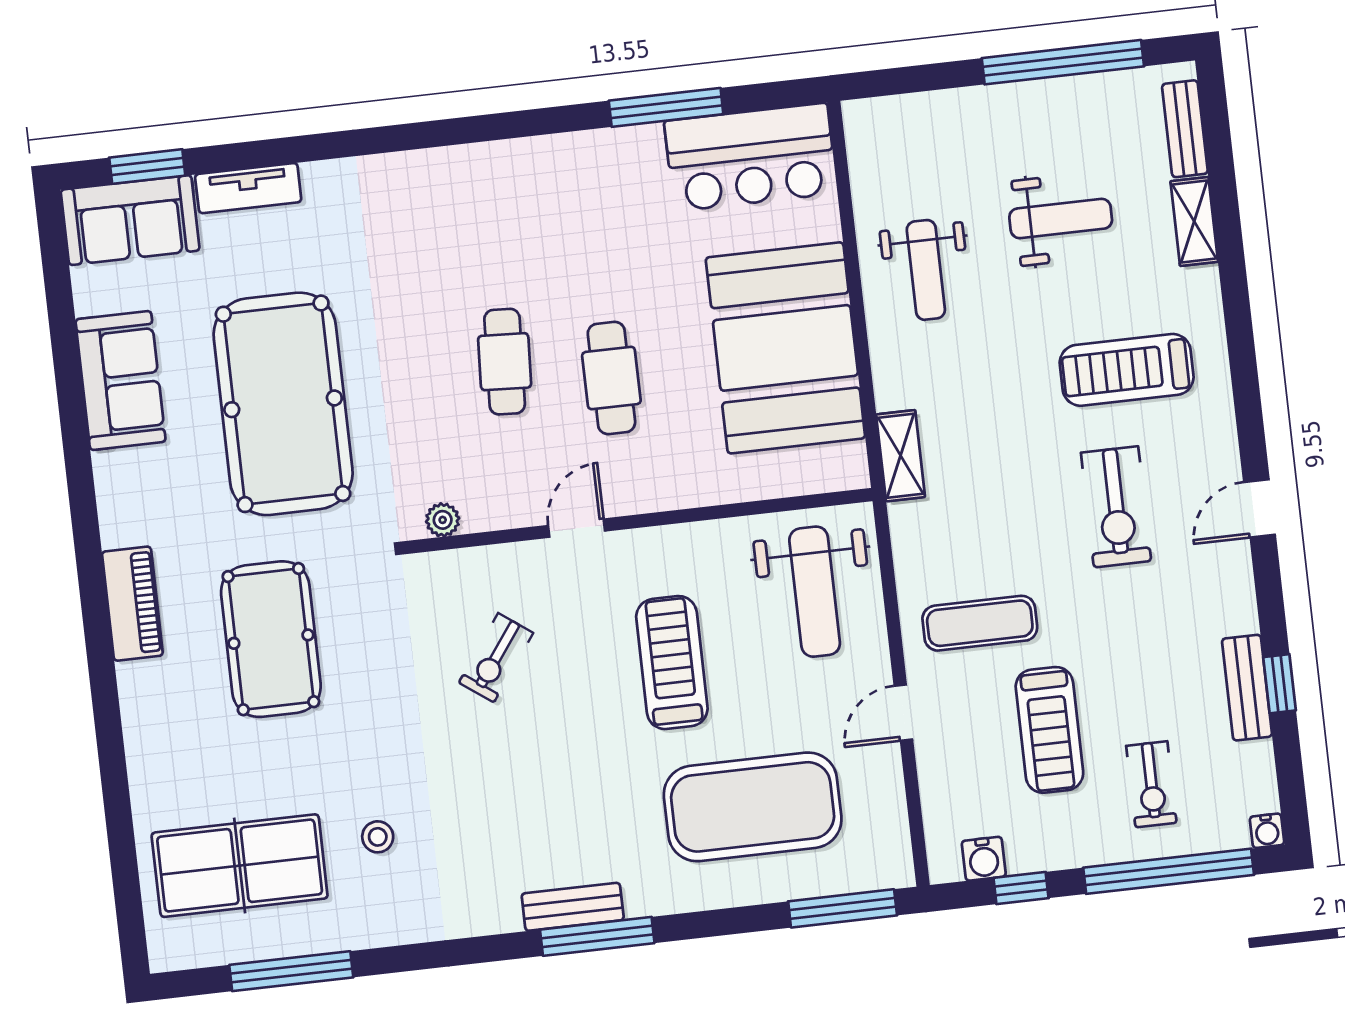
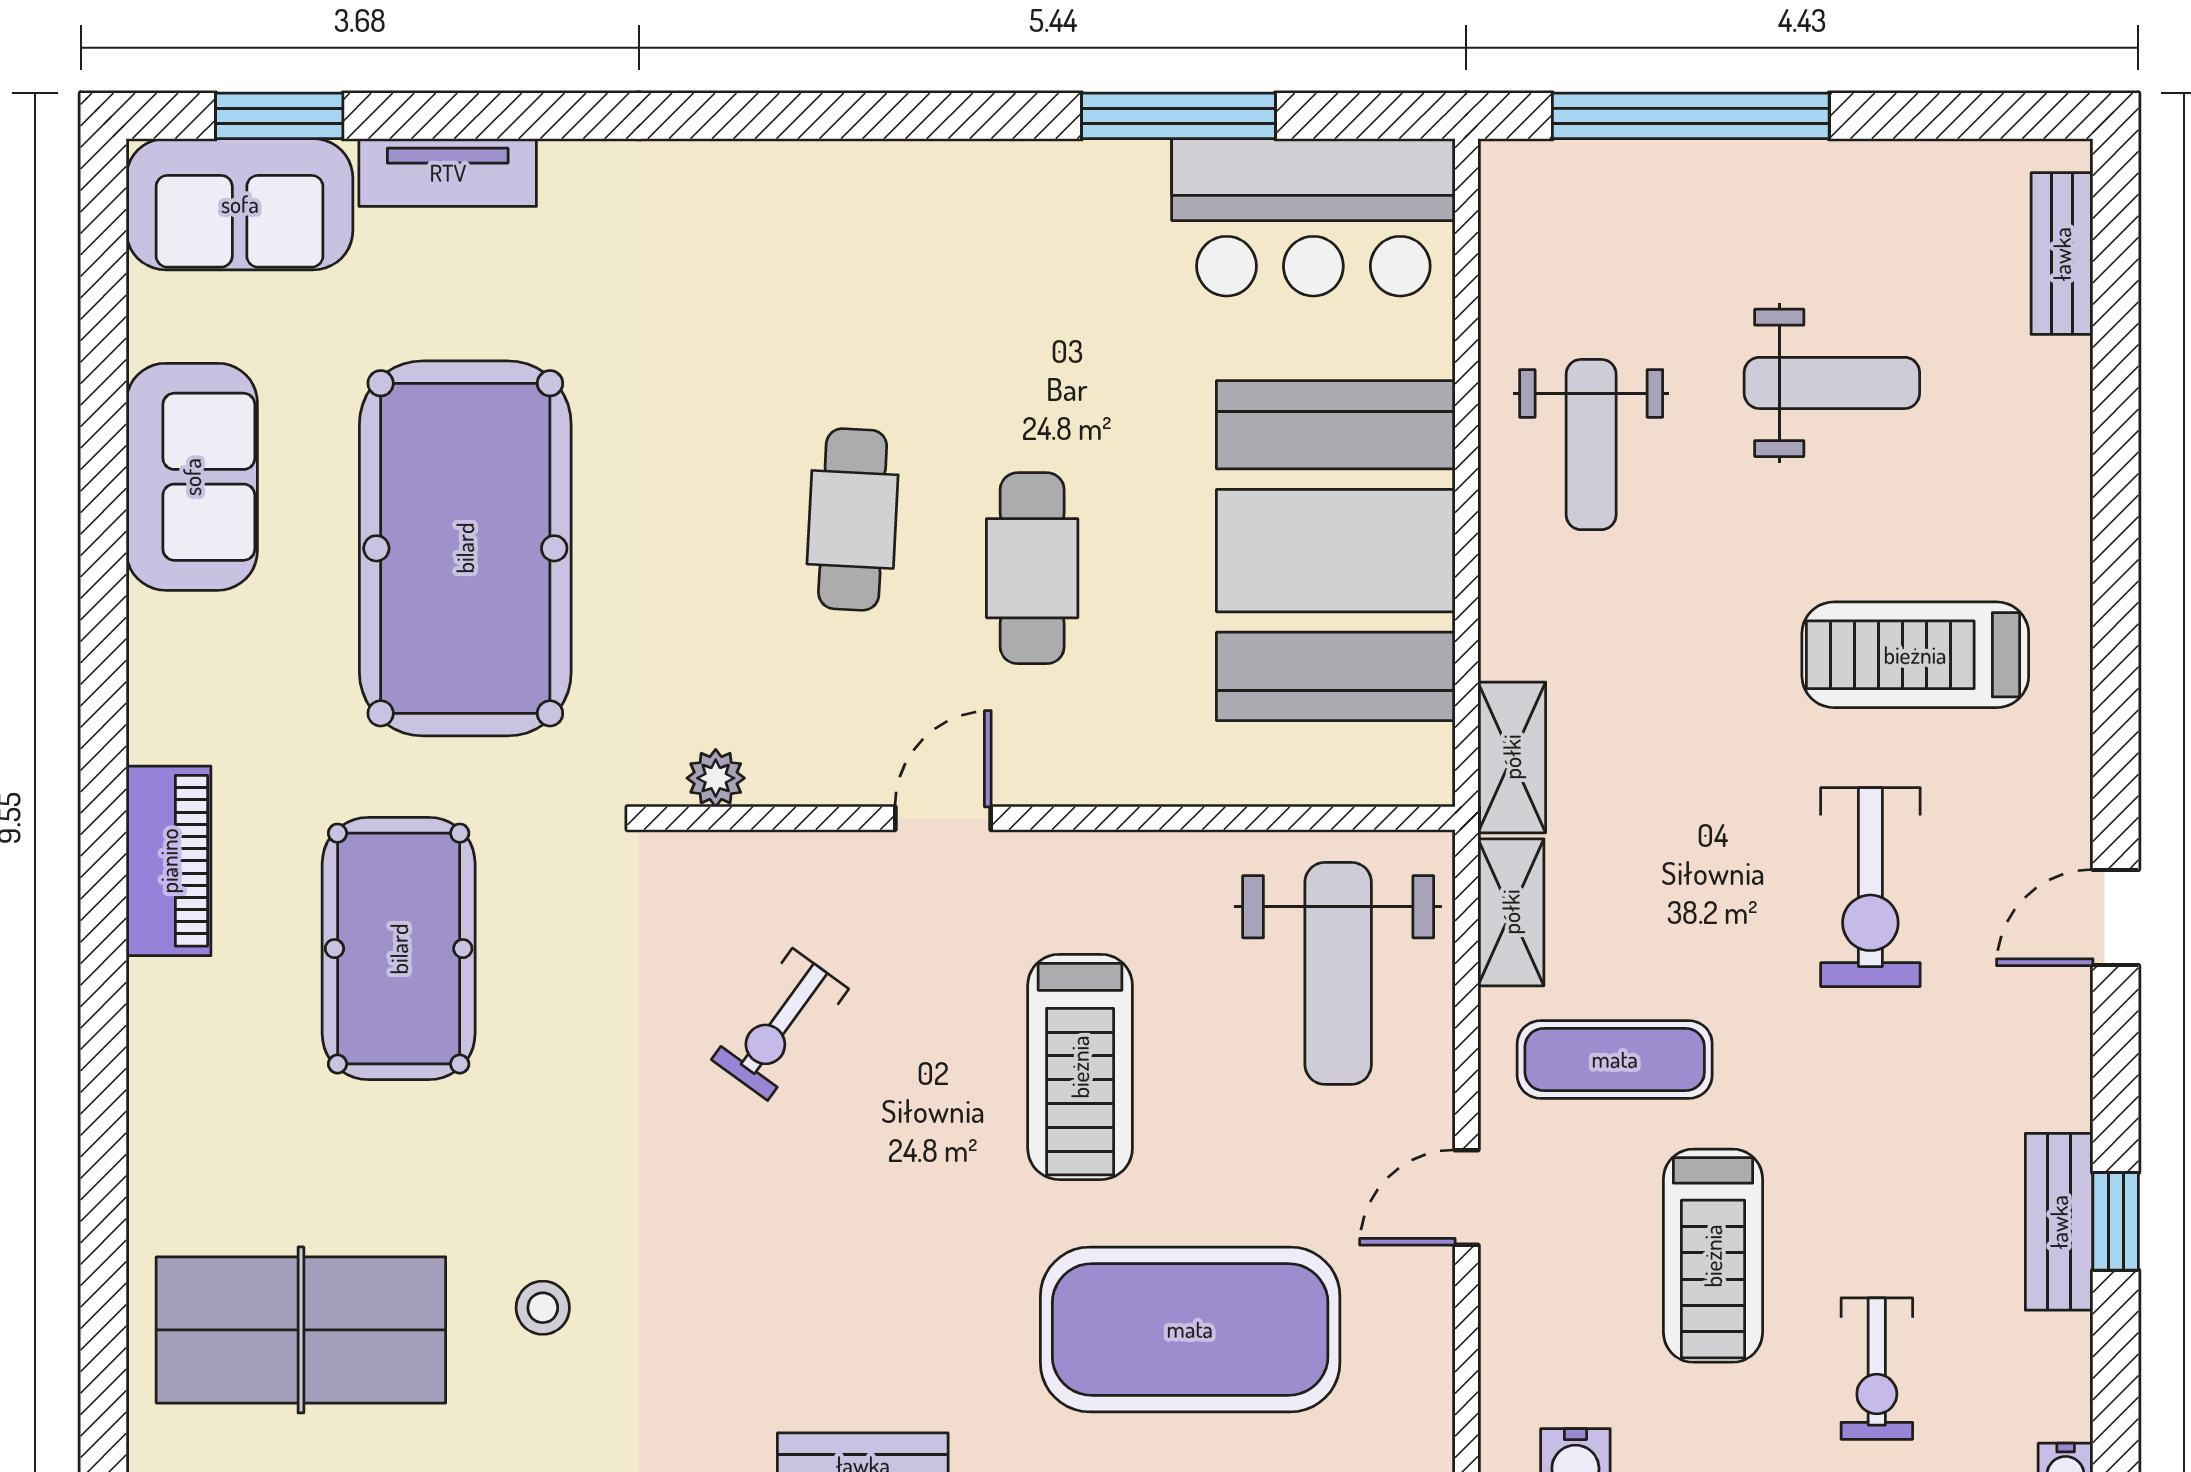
window: (1063, 62) -> (1691, 116), moved
shelving: (1194, 221) -> (1511, 912), moved
treadmill: (672, 663) -> (1080, 1067), turned 180

